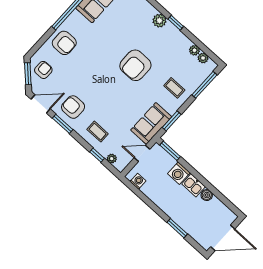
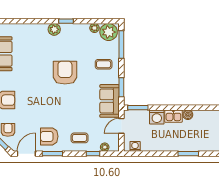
plant: (203, 58) -> (109, 32), width x1.87, depth x1.87
armchair: (135, 65) -> (65, 73), turned 180

